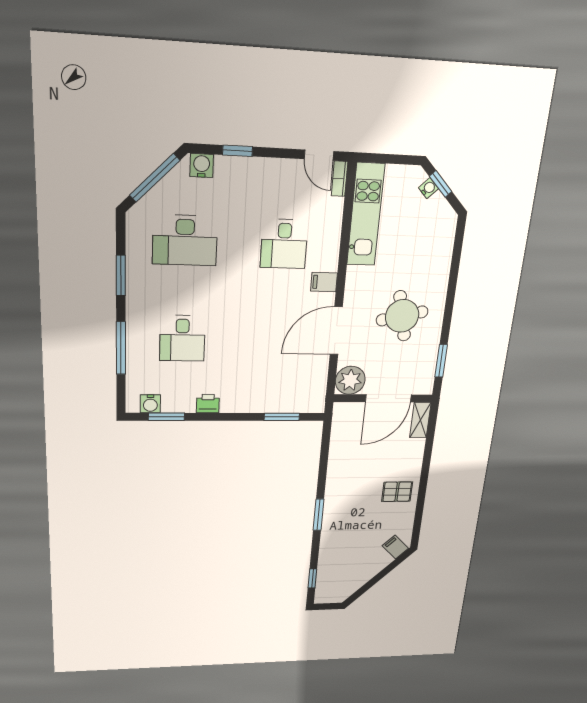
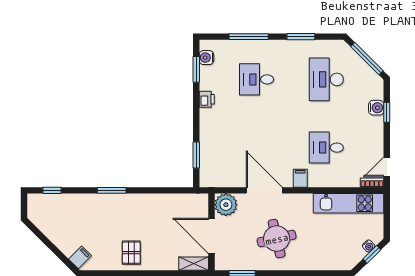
water cooler: (202, 165) -> (376, 108), moved

